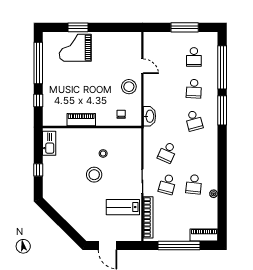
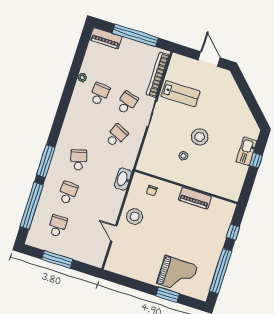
kitchen sink: (49, 143) -> (246, 151), moved

